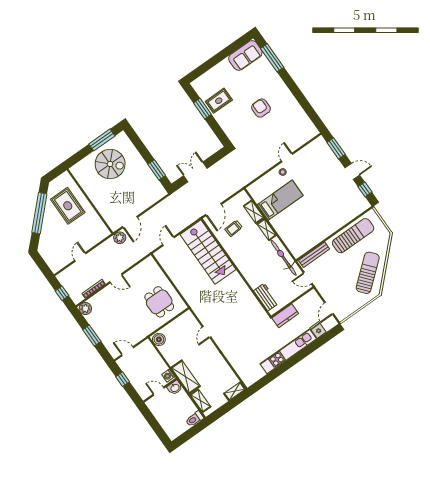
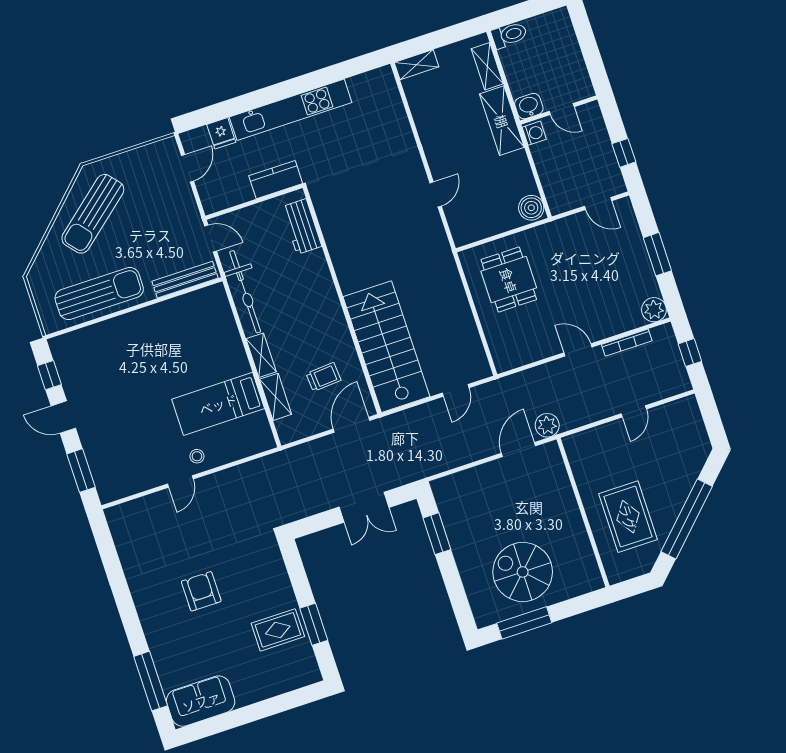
armchair: (261, 108) -> (201, 591), turned 180
sun lounger: (353, 236) -> (99, 294), turned 180

